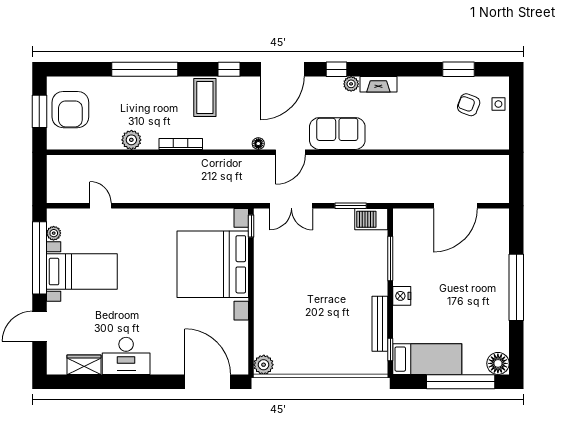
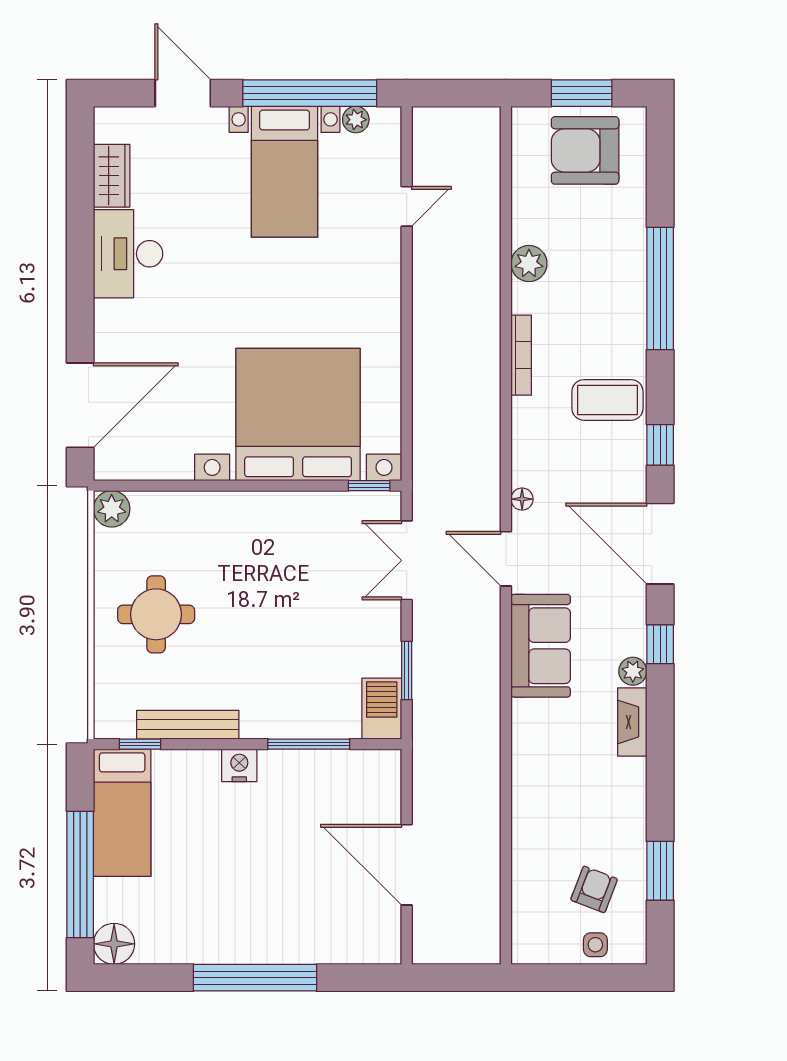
round table: (320, 341) -> (156, 614), added

